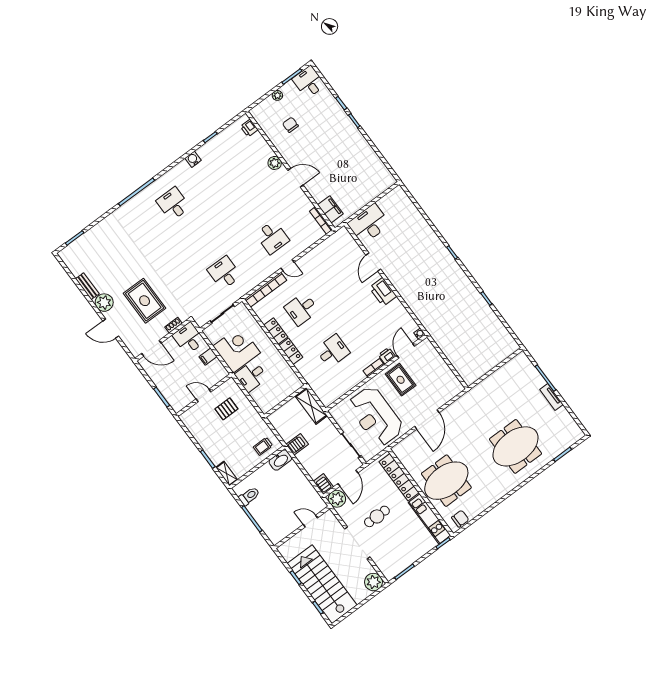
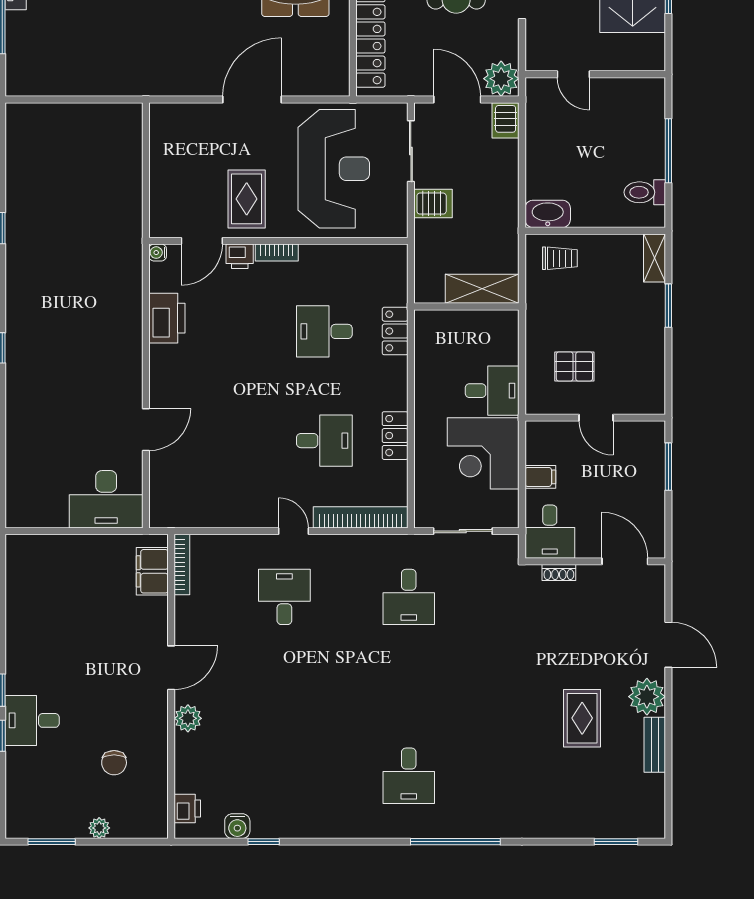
desk: (309, 82) -> (32, 720), moved, turned 90
water cooler: (193, 159) -> (237, 826), moved
door: (296, 178) -> (171, 668), swing flipped
printer: (383, 292) -> (167, 318), moved
rug: (145, 301) -> (582, 718), moved, width x0.73, depth x0.70
locker: (291, 351) -> (395, 331), moved
shelving: (311, 406) -> (482, 289), moved, turned 90
server rack: (297, 444) -> (433, 204), moved, turned 180
door: (348, 478) -> (457, 100), hinge flipped

